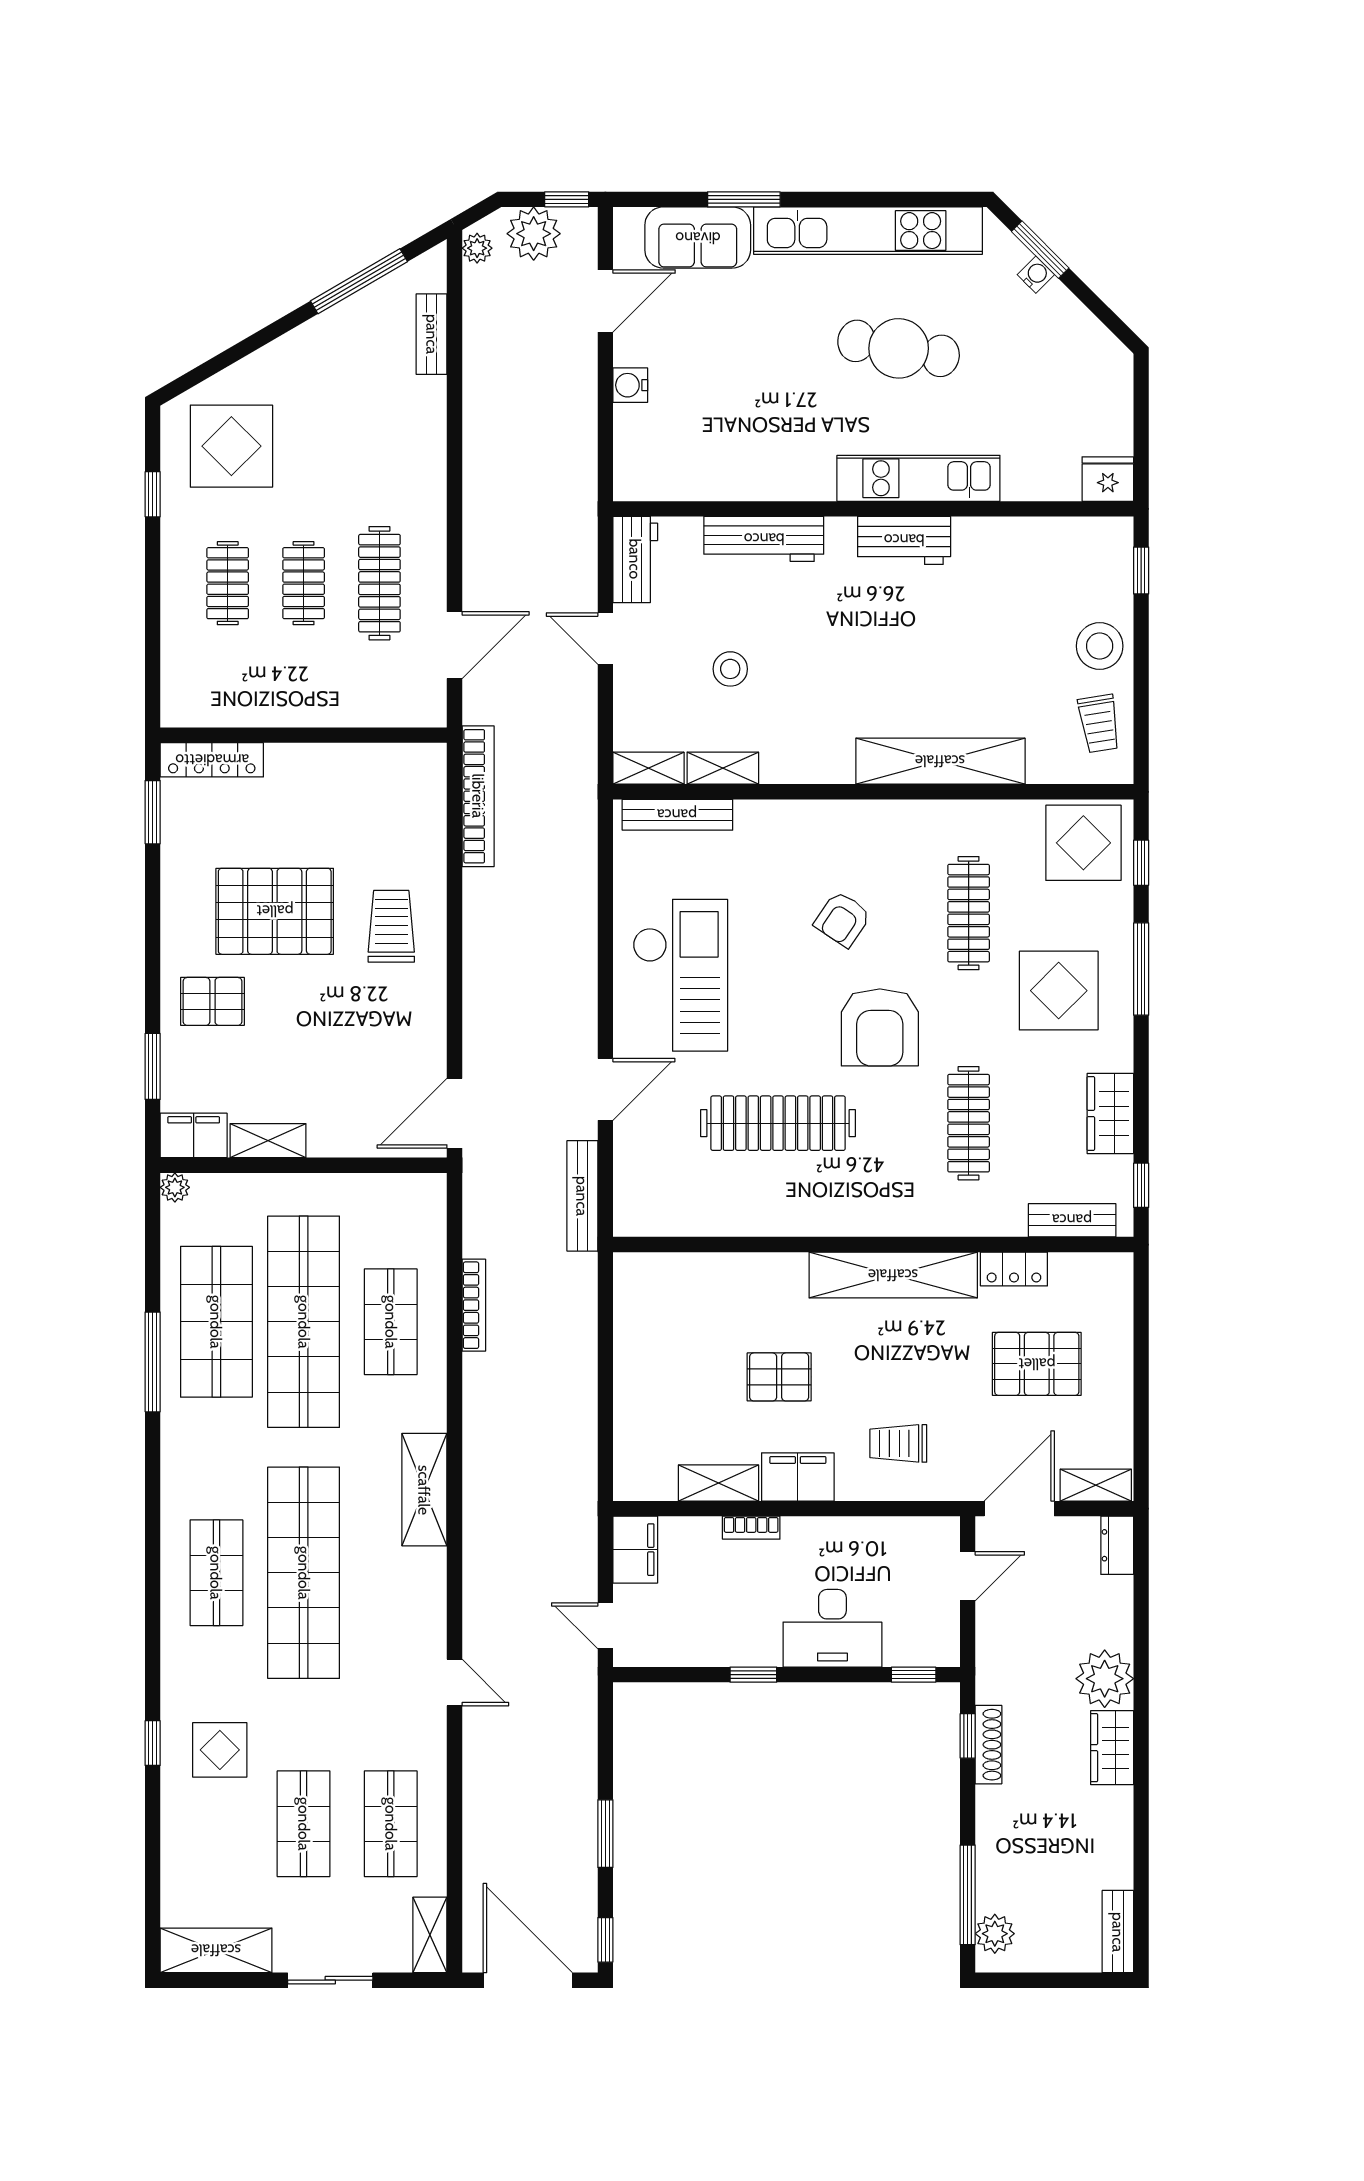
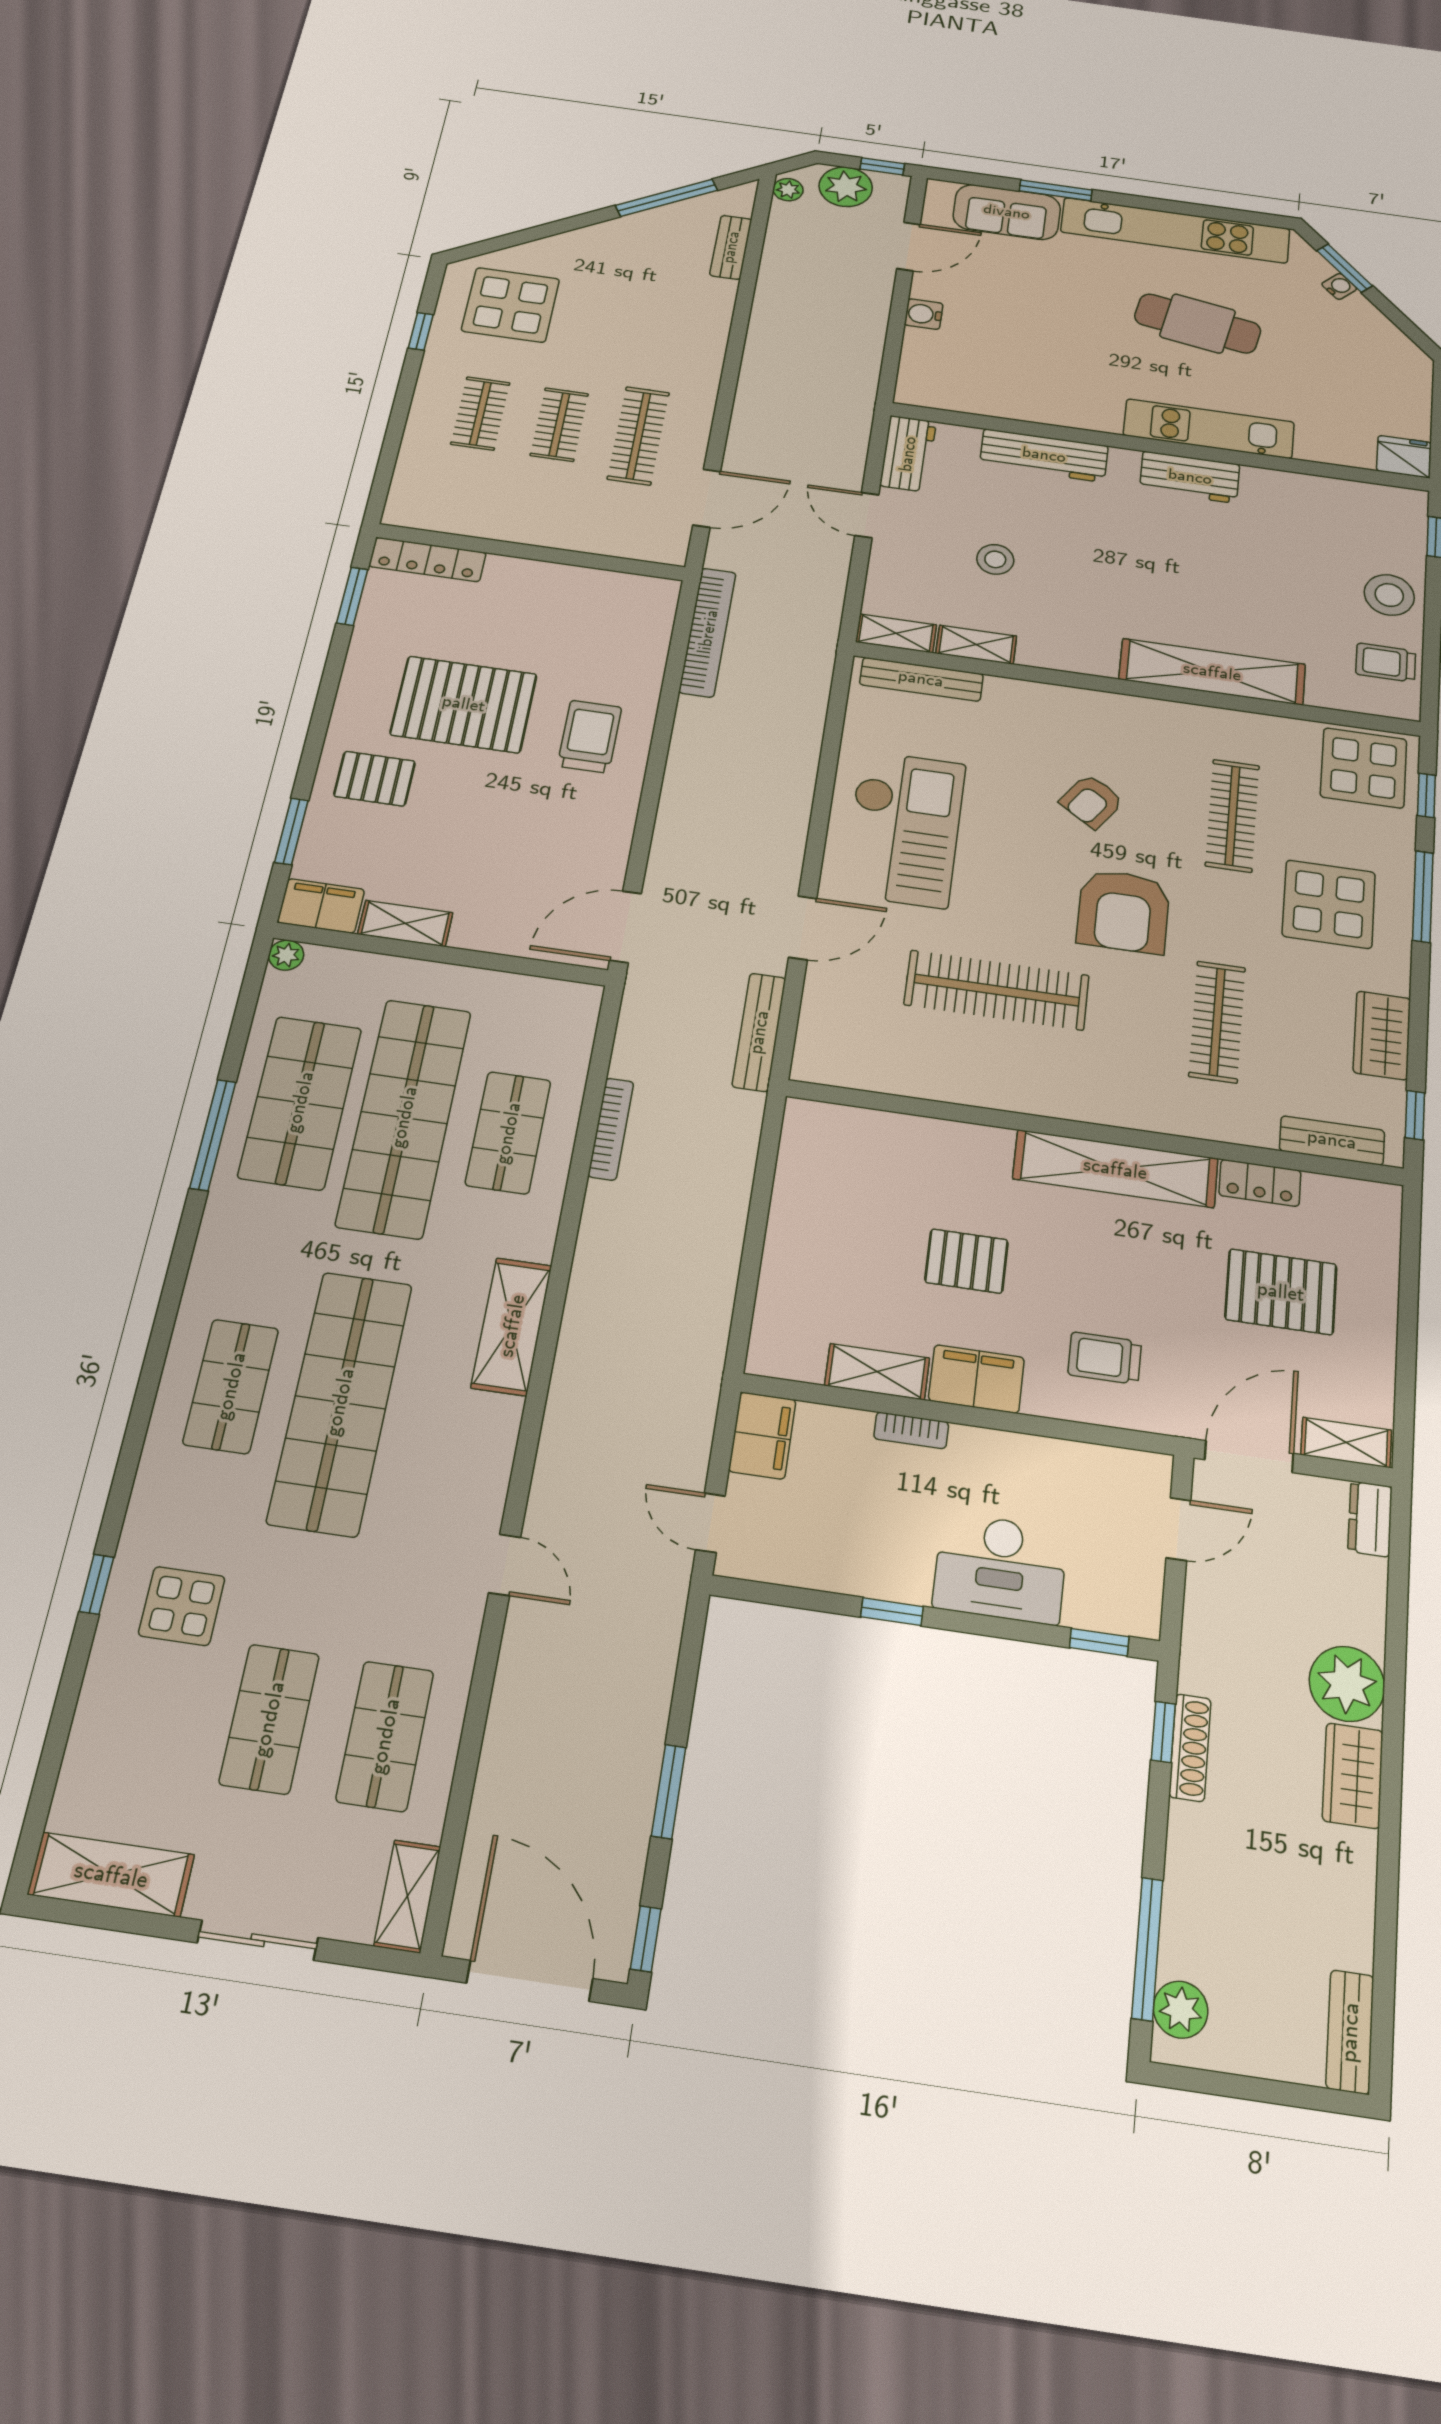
trolley: (1099, 724) -> (1386, 663), turned 99

